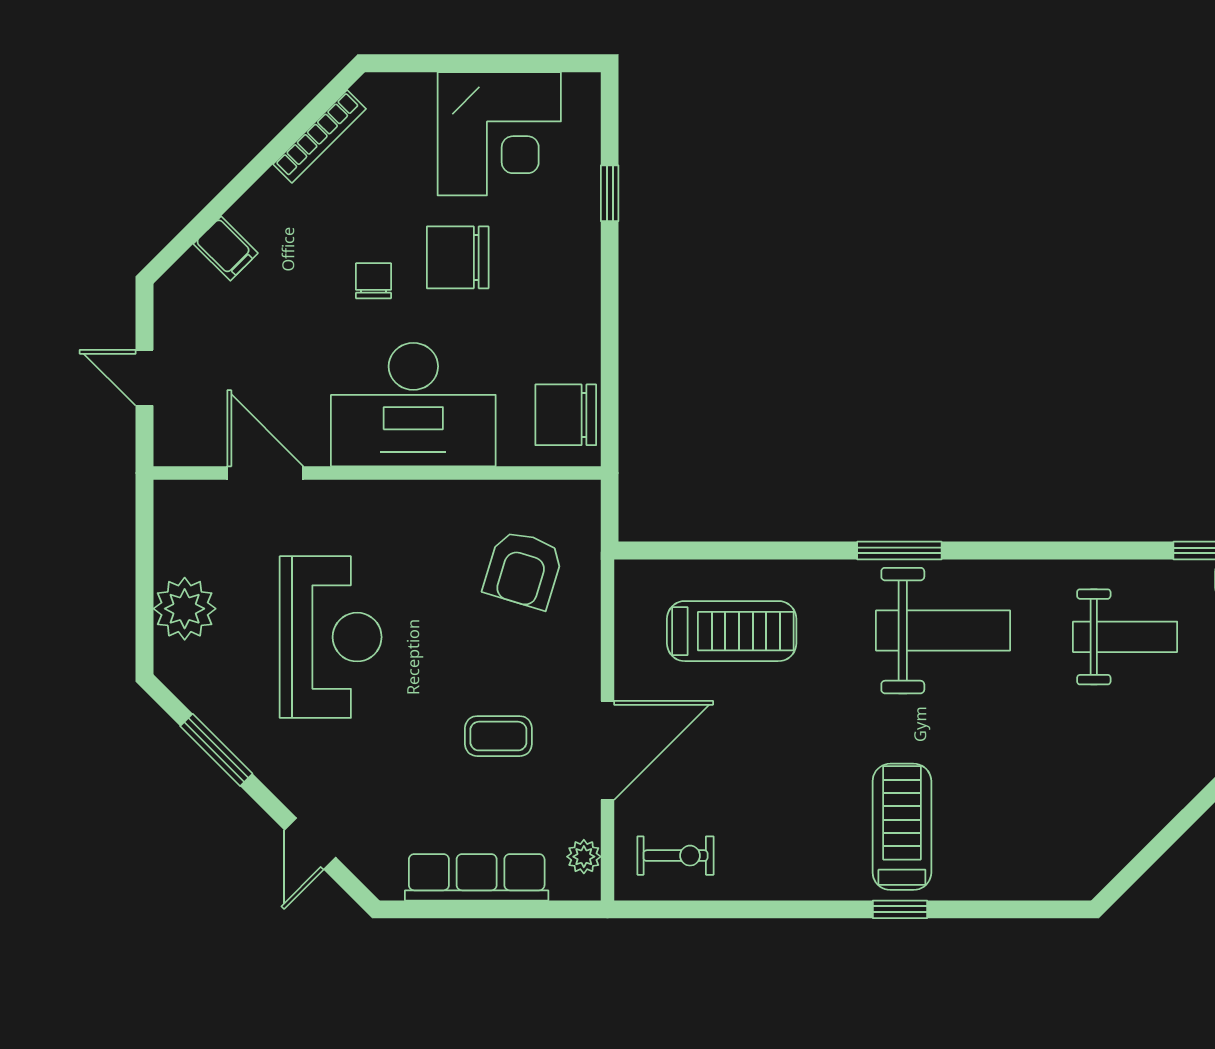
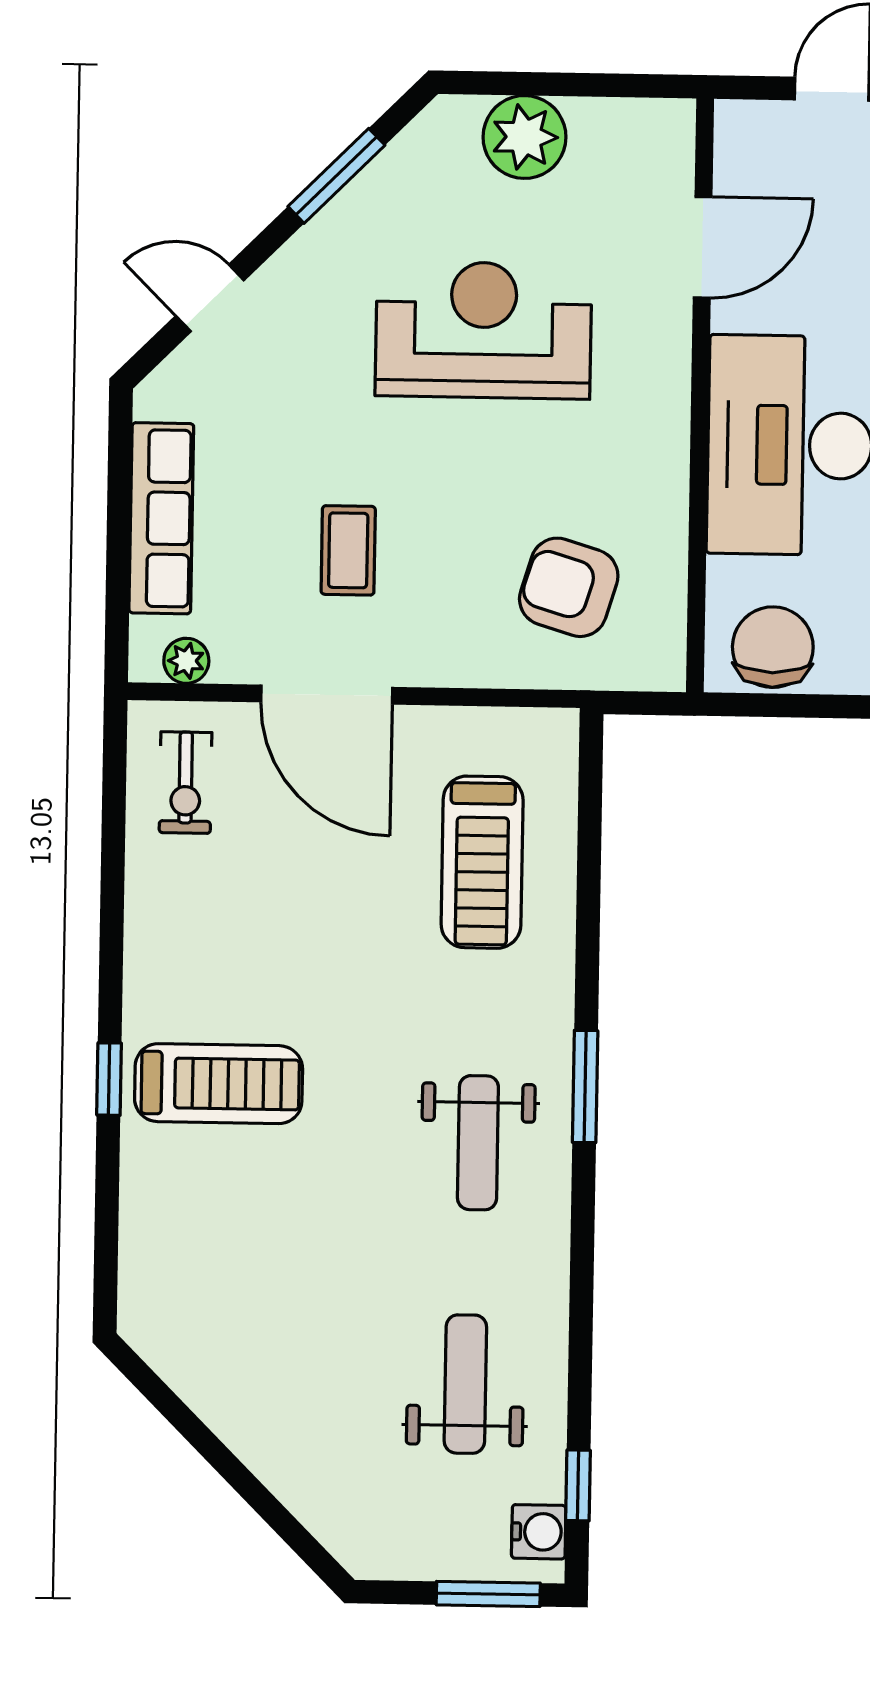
weight bench: (943, 631) -> (478, 1143), width x0.73, depth x0.75
reception desk: (331, 637) -> (483, 330), turned 180
weight bench: (1125, 637) -> (465, 1384), turned 180

